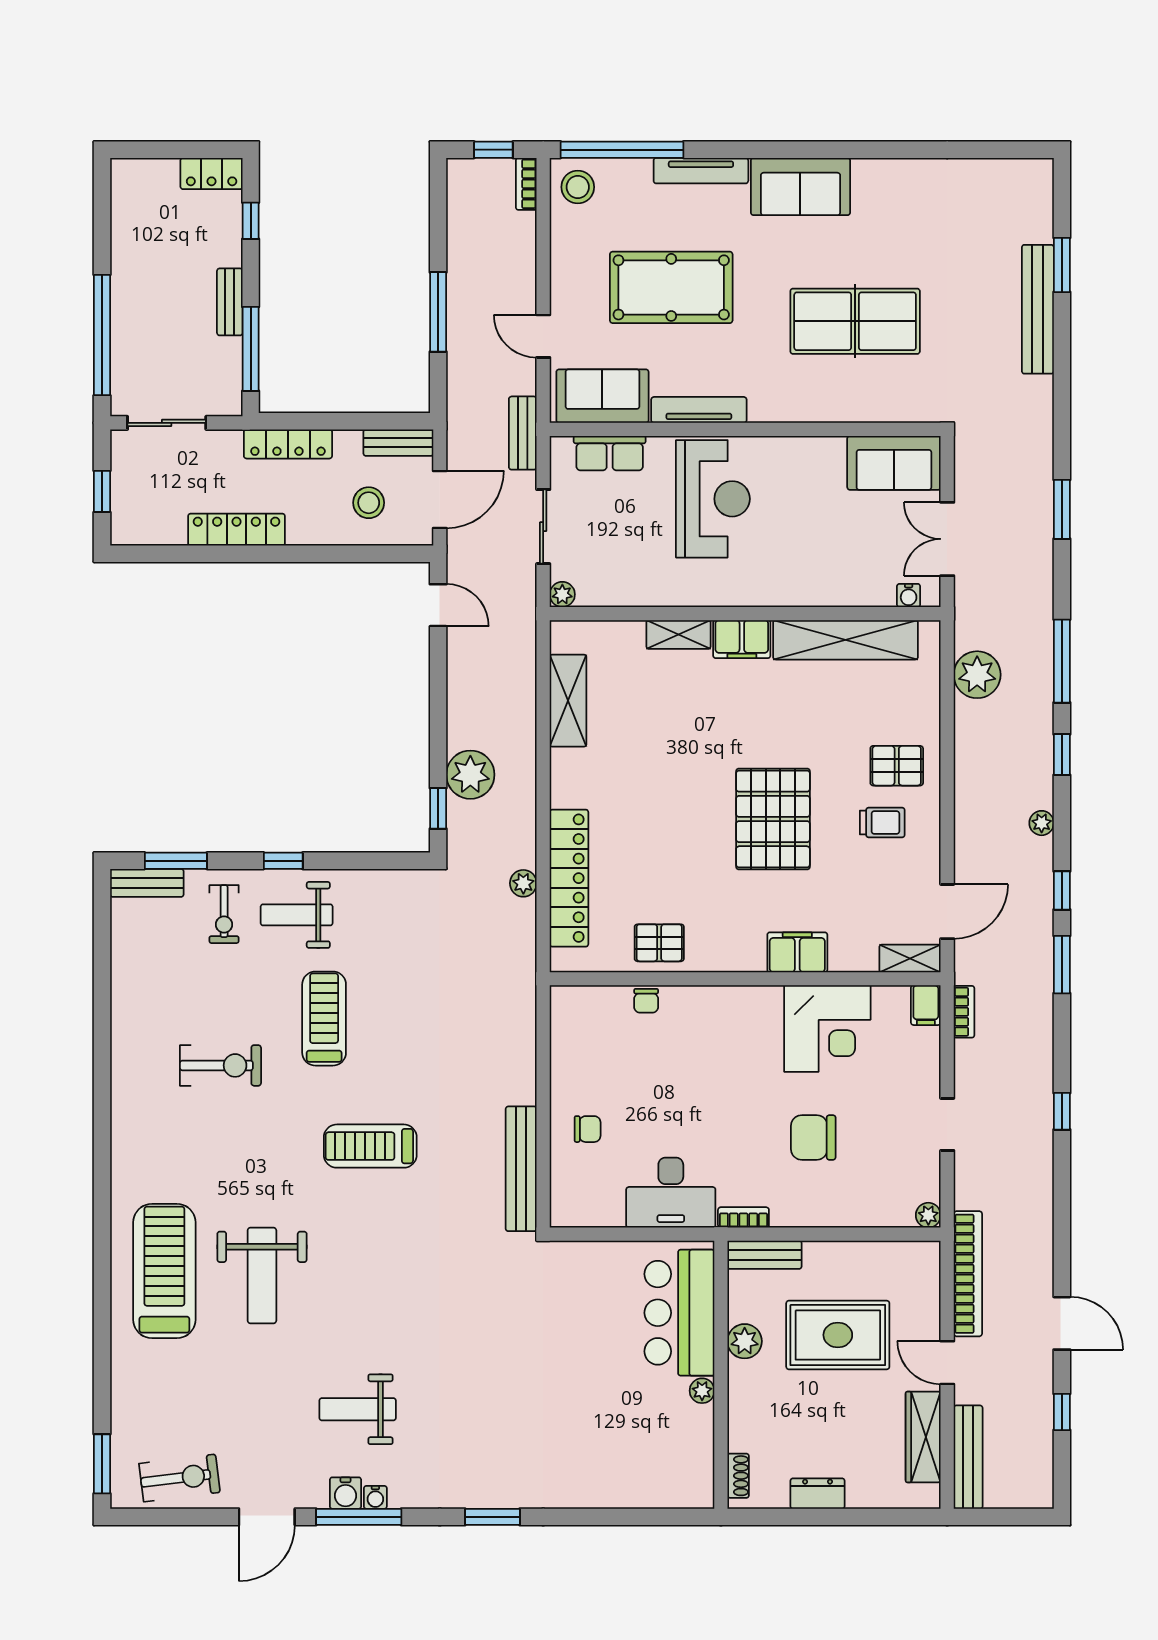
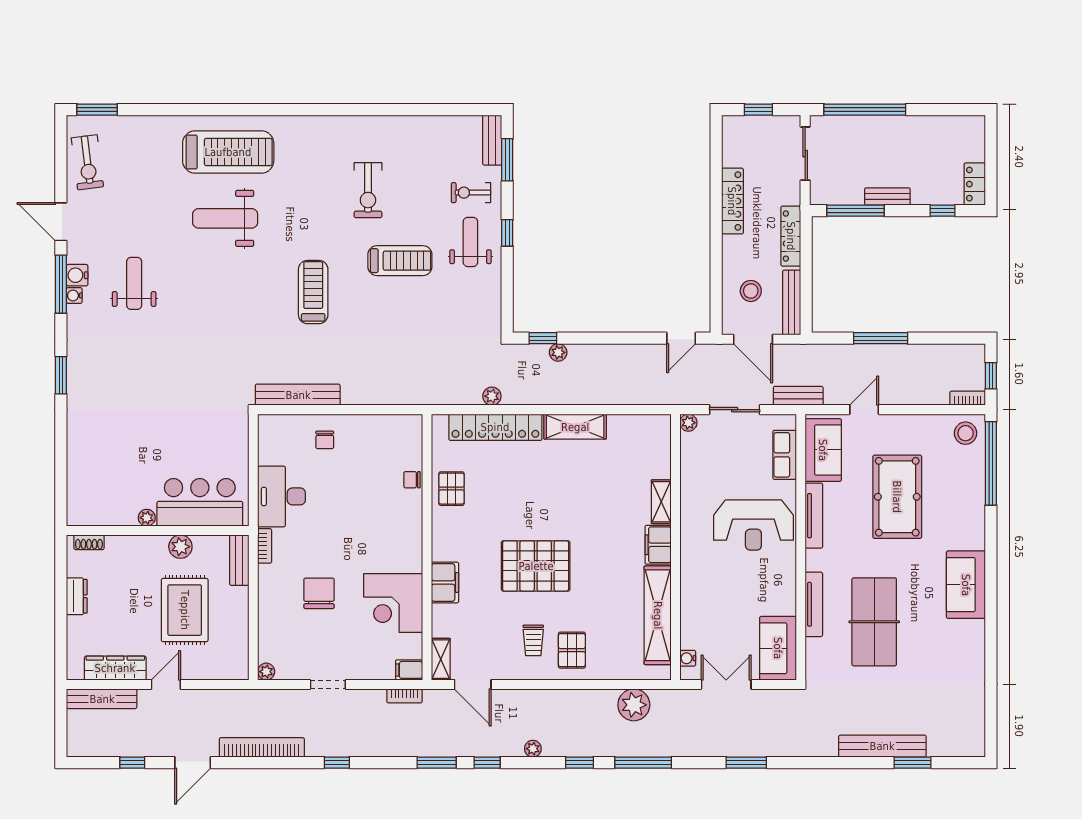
tv unit: (701, 171) -> (814, 604), moved, turned 180
bench: (398, 443) -> (792, 302), width x1.36
shelving: (568, 701) -> (575, 427), moved
plant: (470, 775) -> (558, 352), width x0.53, depth x0.53
bookcase: (968, 1274) -> (262, 747), moved, turned 180

